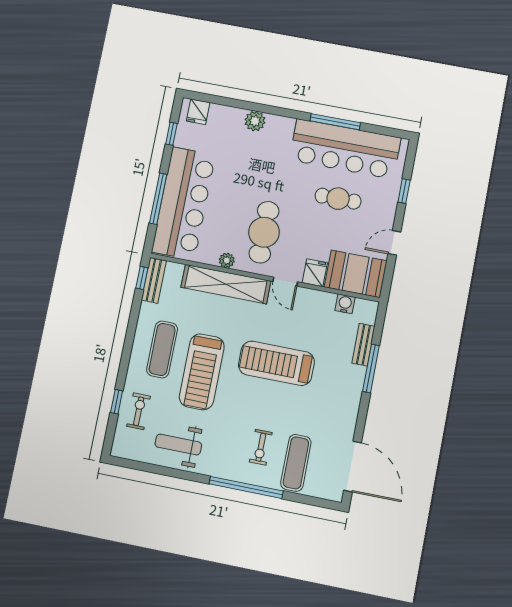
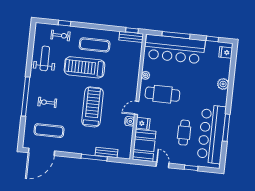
shelving: (226, 284) -> (133, 76), removed
water cooler: (345, 304) -> (130, 121), moved
exercise mat: (296, 463) -> (49, 131), moved

